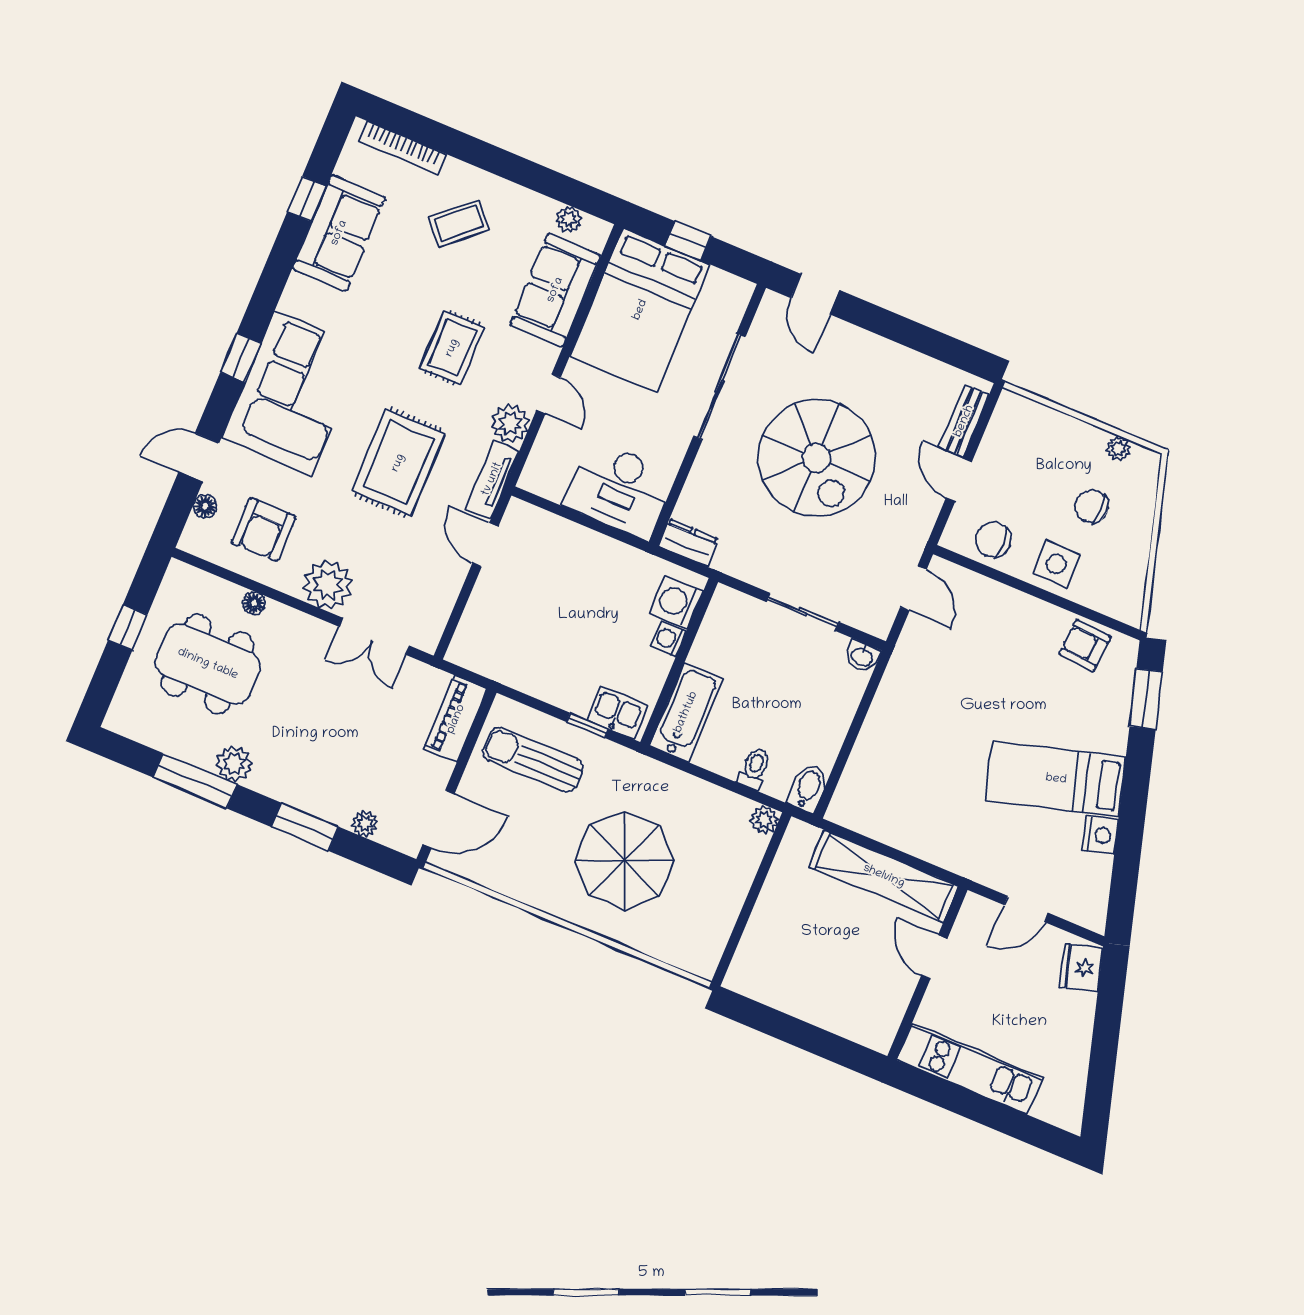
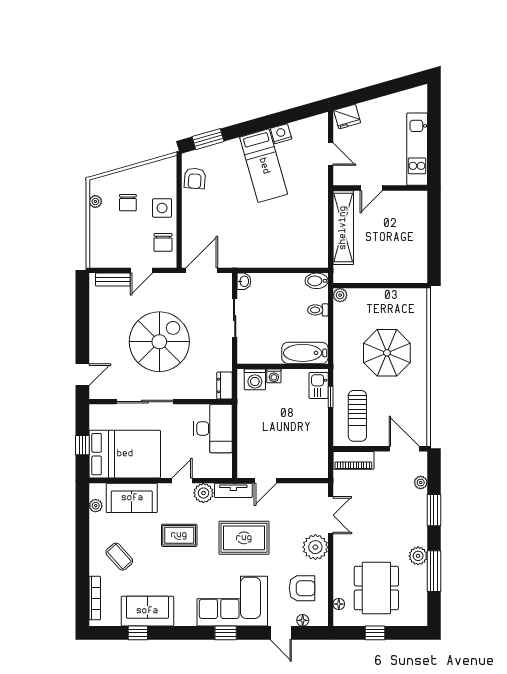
door: (913, 588) -> (202, 270), width x1.38
floor lamp: (254, 603) -> (339, 604), moved

